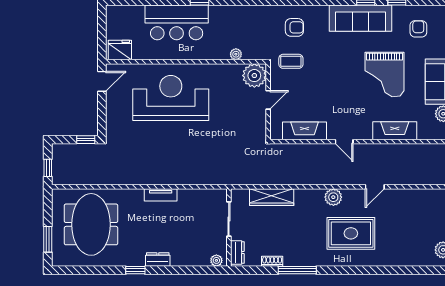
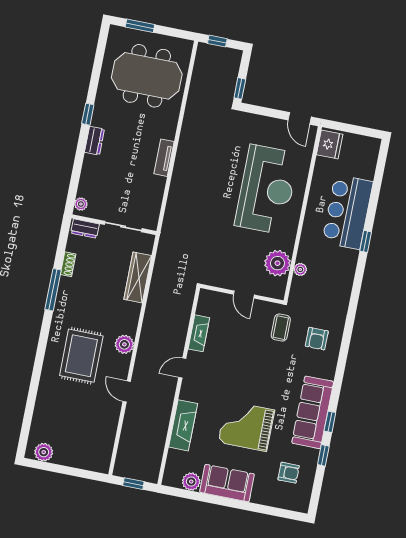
plant: (254, 76) -> (278, 263), moved
fireplace: (305, 131) -> (199, 333), width x0.73, depth x0.76

